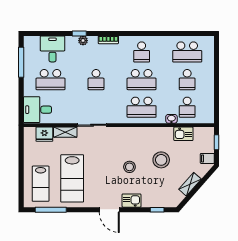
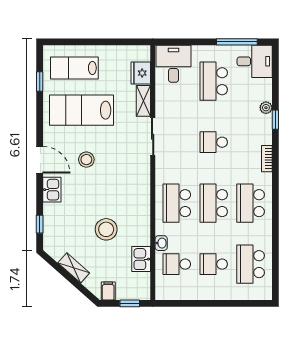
plant: (83, 41) -> (266, 108), moved
desk: (52, 49) -> (255, 61), moved
school desk: (142, 52) -> (251, 203), width x1.85
stool: (129, 167) -> (86, 160), moved
window: (51, 210) -> (40, 82), width x0.46
door: (109, 210) -> (40, 160), swing flipped

